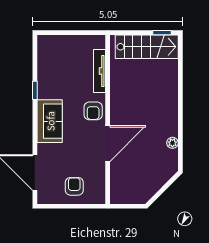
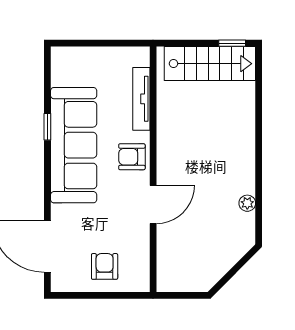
armchair: (93, 111) -> (132, 157), turned 90
sofa: (50, 121) -> (74, 145), width x1.85, depth x1.27
door: (108, 144) -> (153, 204), width x0.73

